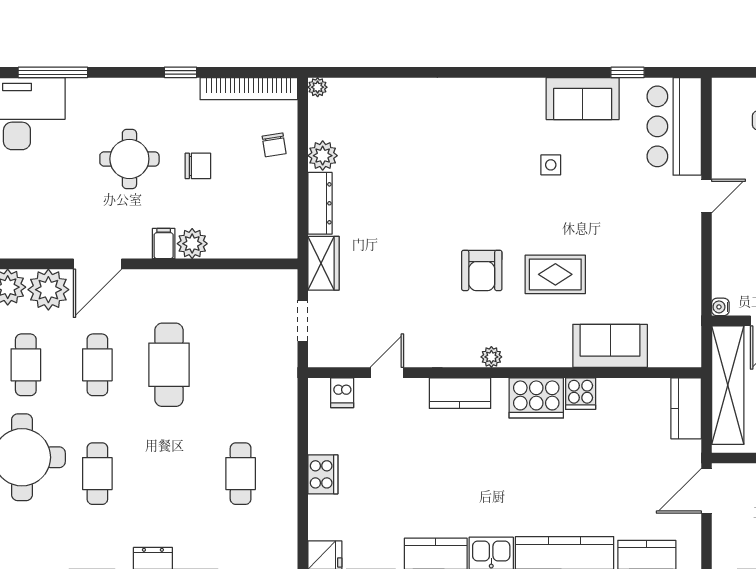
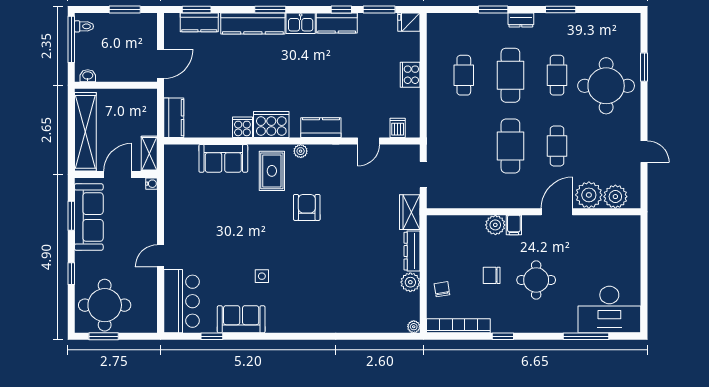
rug: (555, 274) -> (272, 171), moved, turned 90
cafe table: (26, 365) -> (510, 75), moved, width x1.37, depth x1.35
shelving: (728, 385) -> (149, 154), width x0.45, depth x0.75

